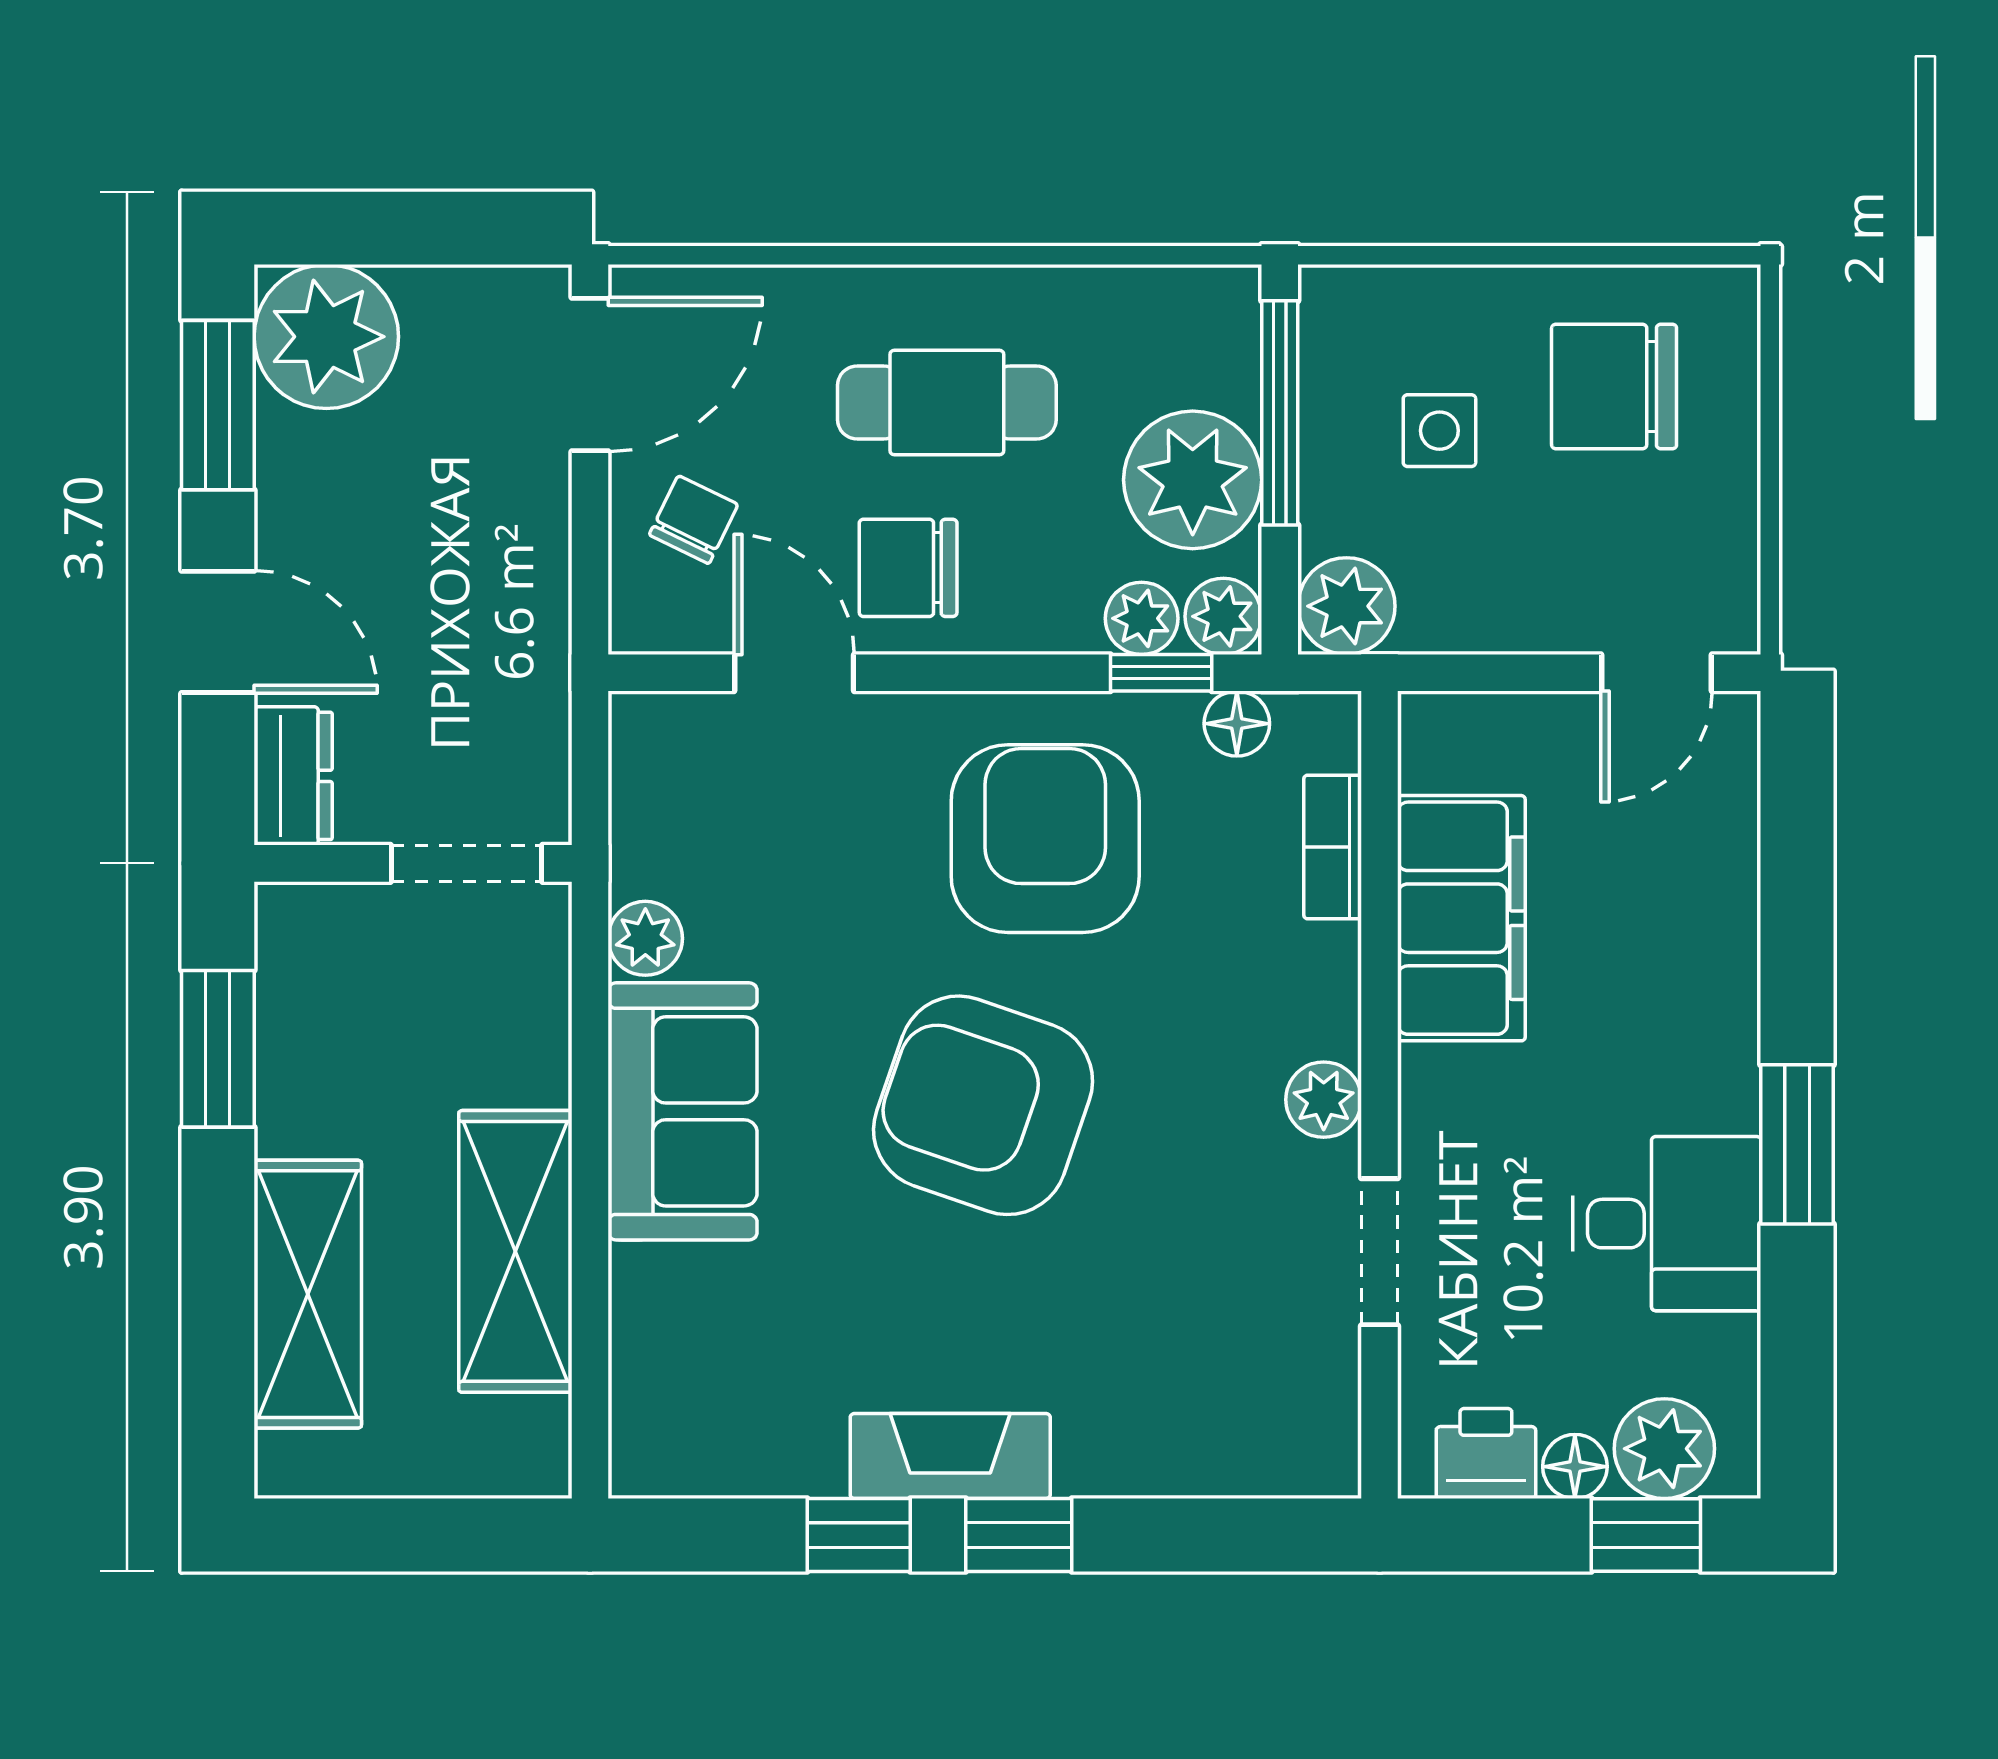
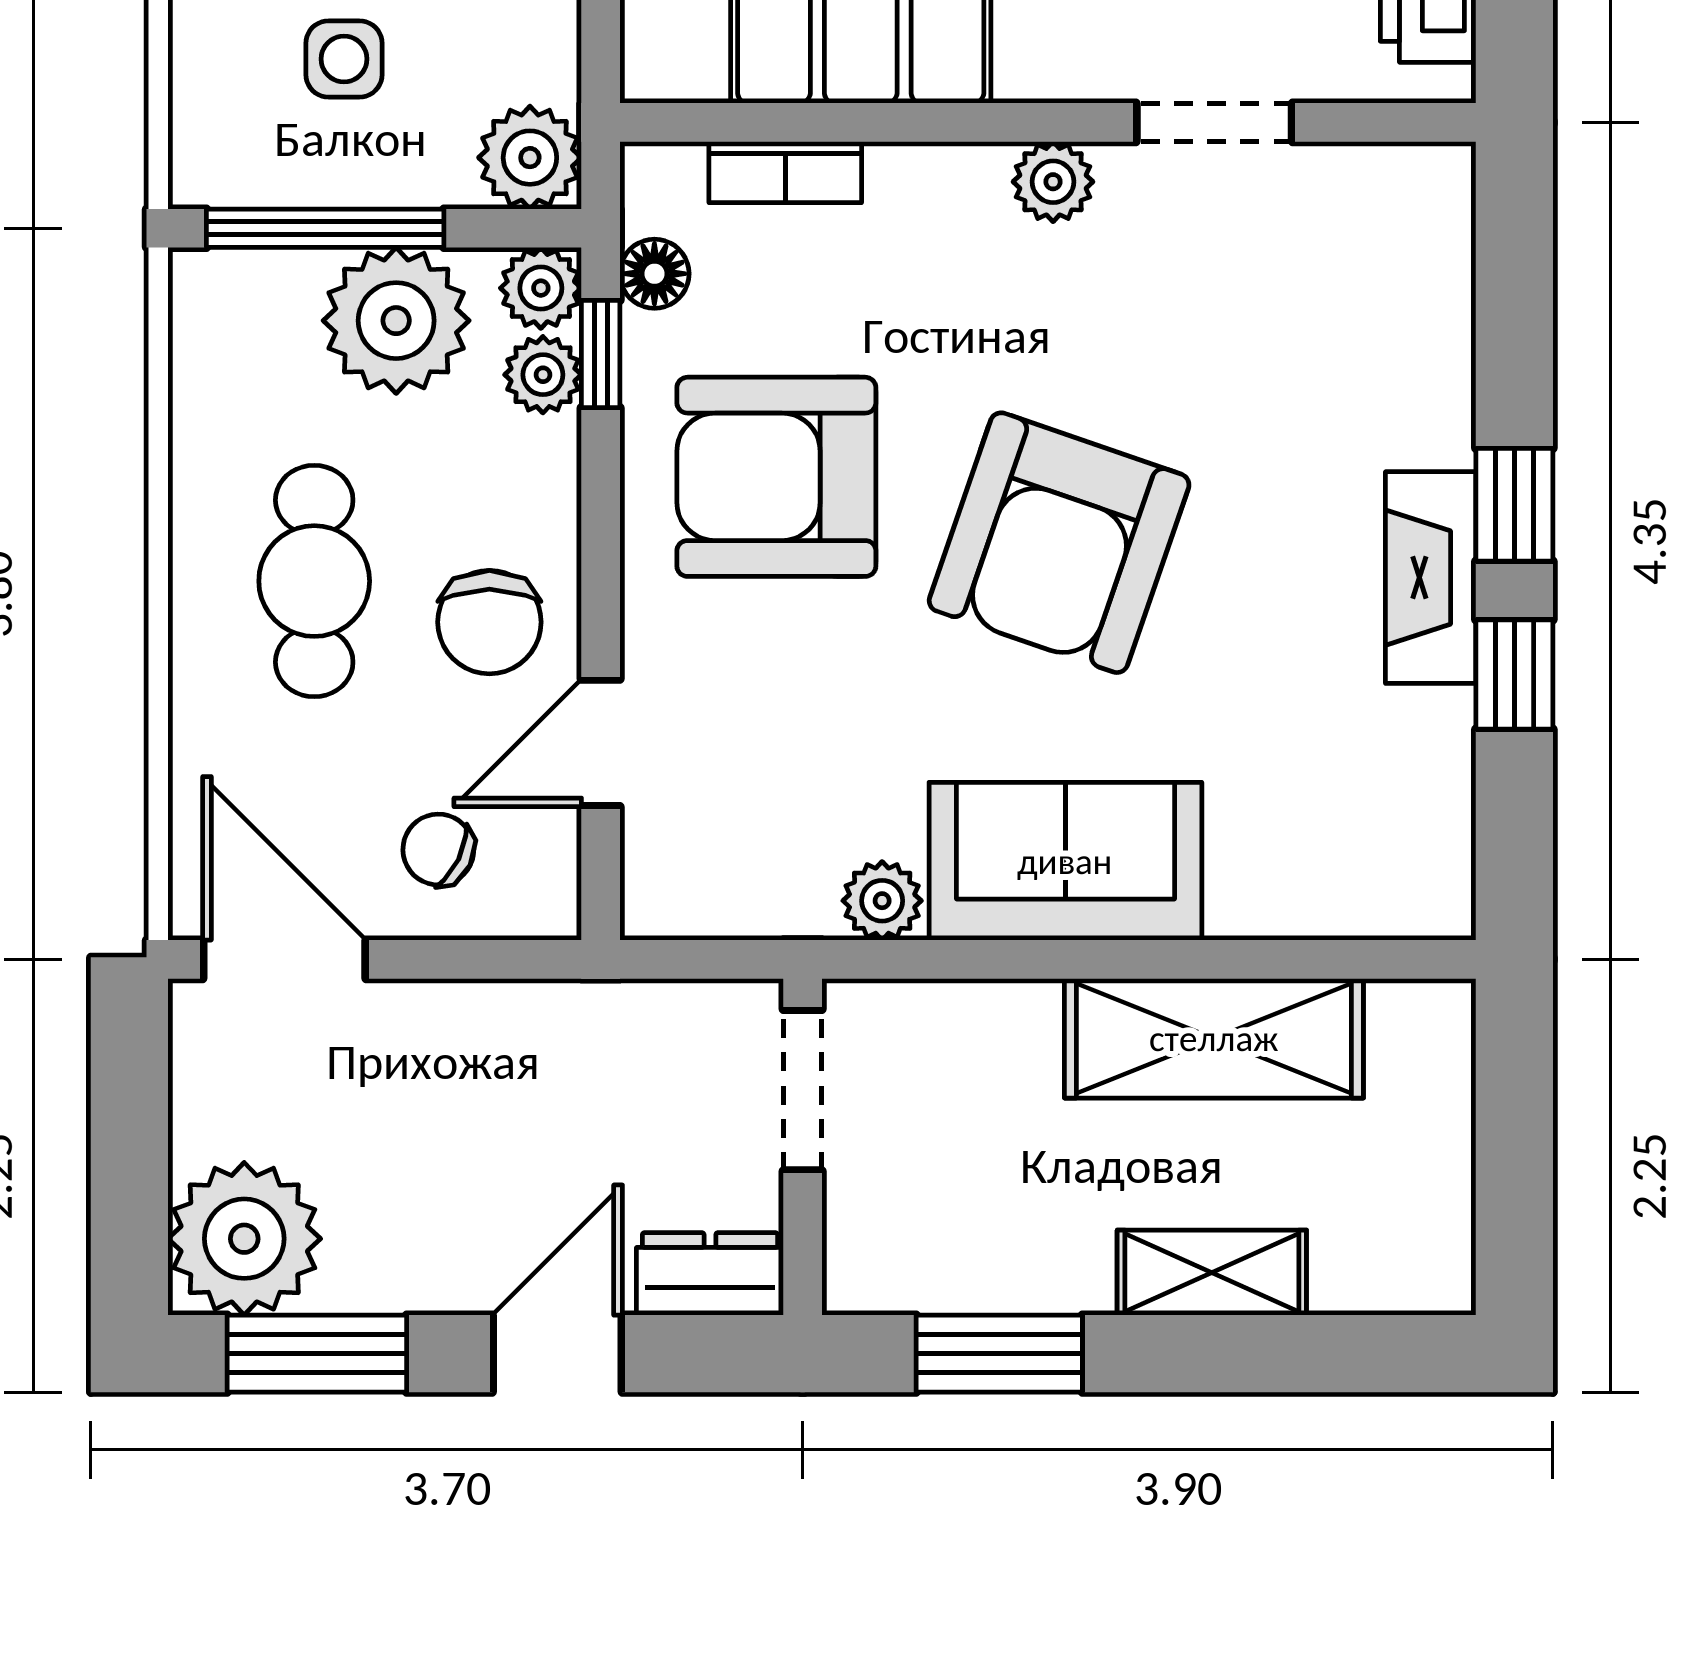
shelving: (308, 1294) -> (1212, 1273), width x0.67, depth x0.75

